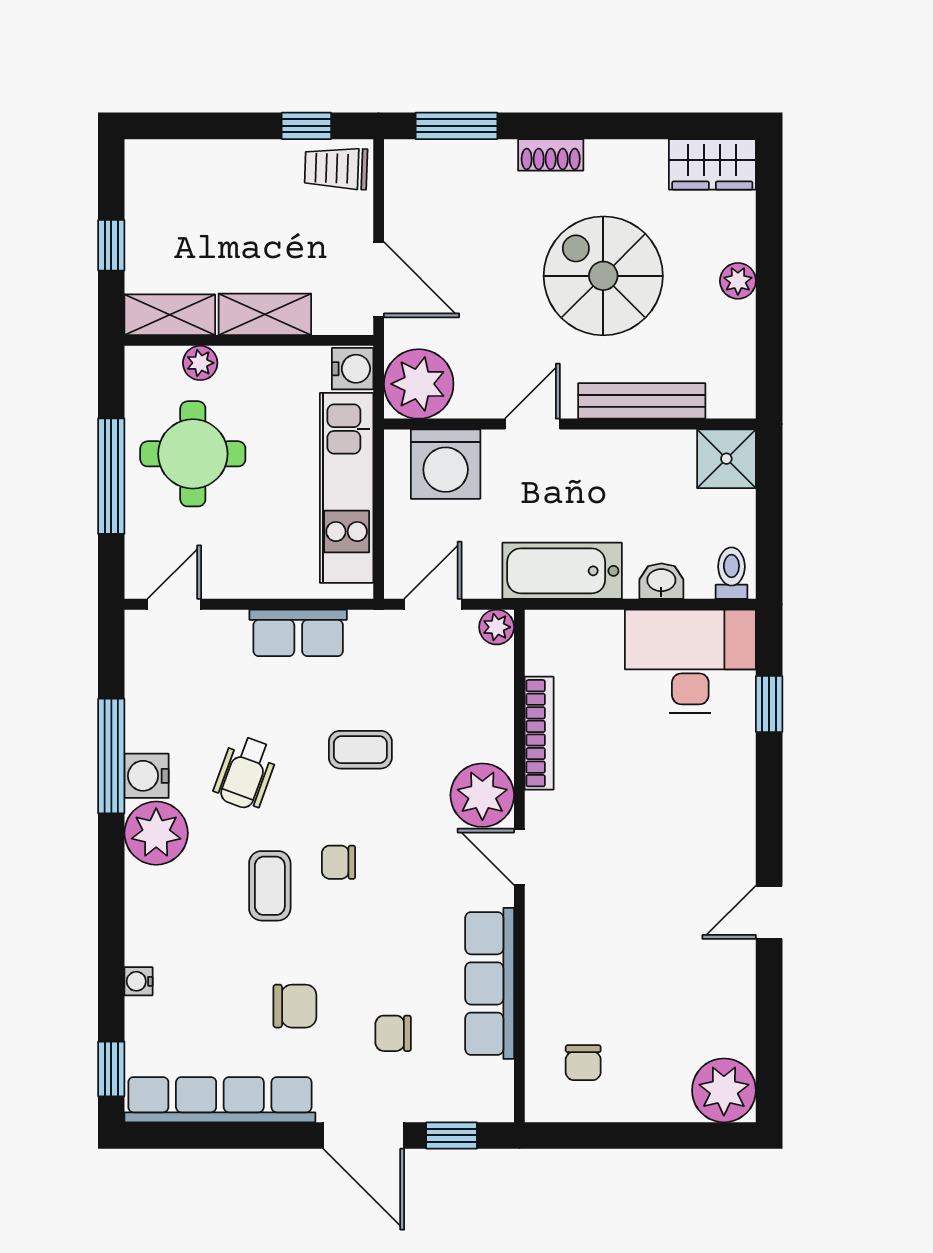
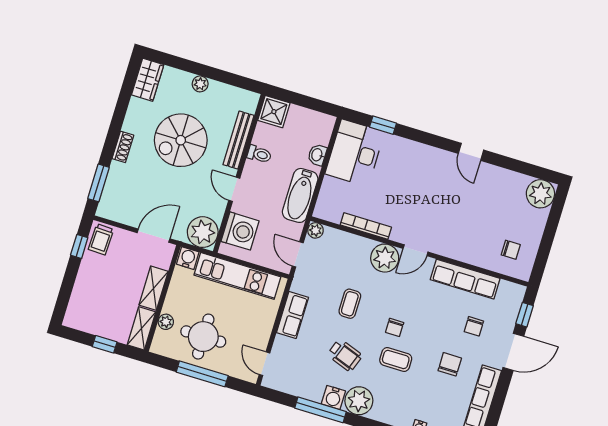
toilet: (731, 573) -> (259, 154), moved, turned 180

